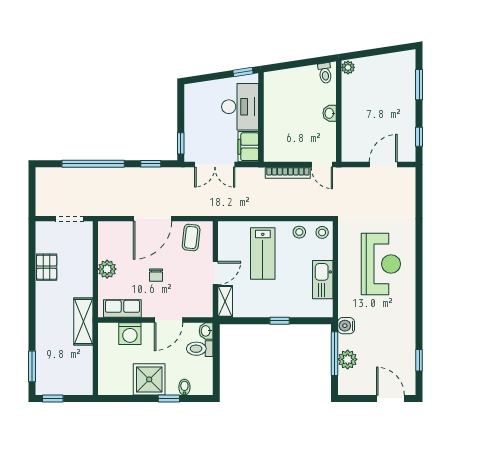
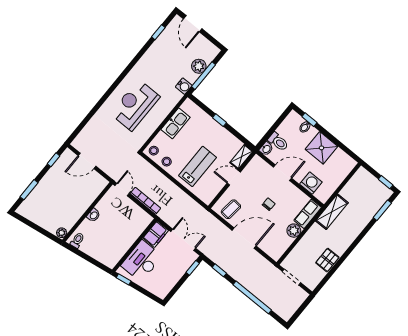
row of seats: (122, 308) -> (308, 214), moved, turned 90
window: (169, 399) -> (309, 120), moved

